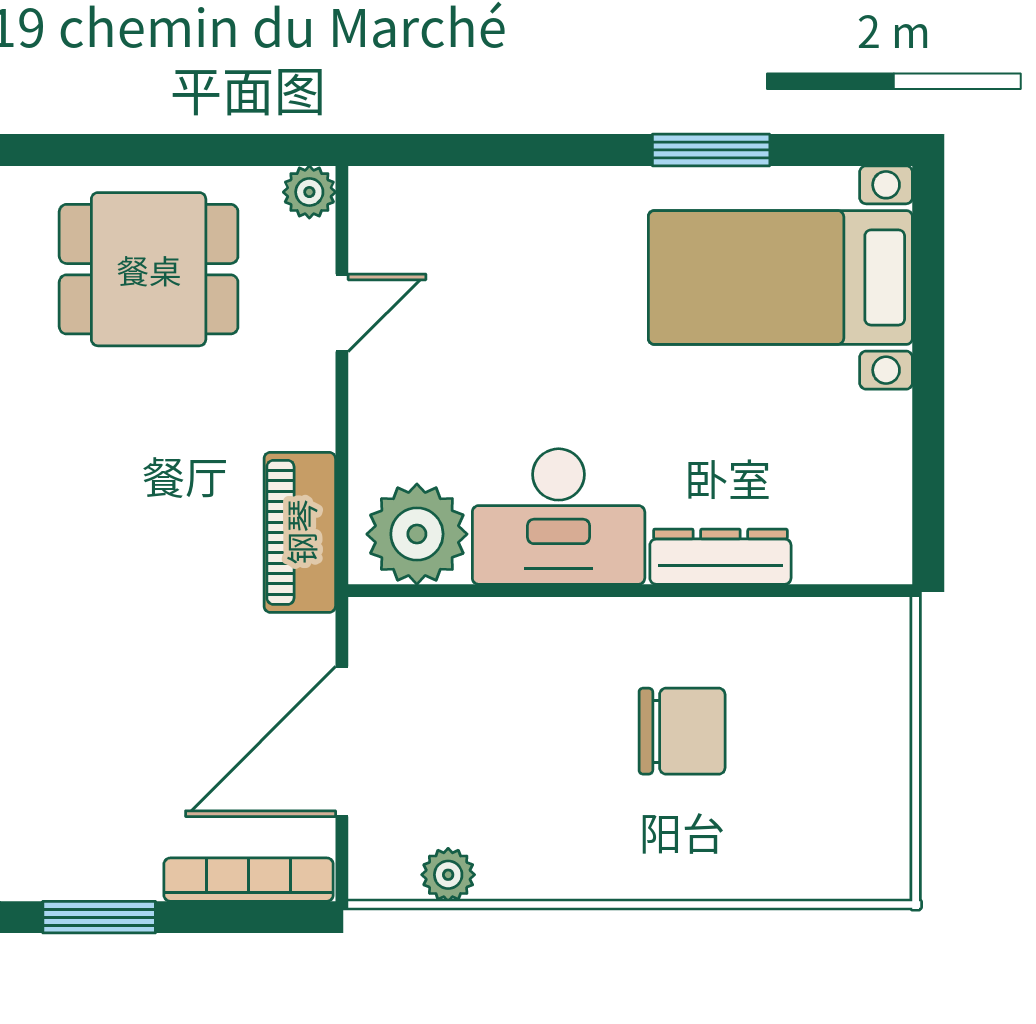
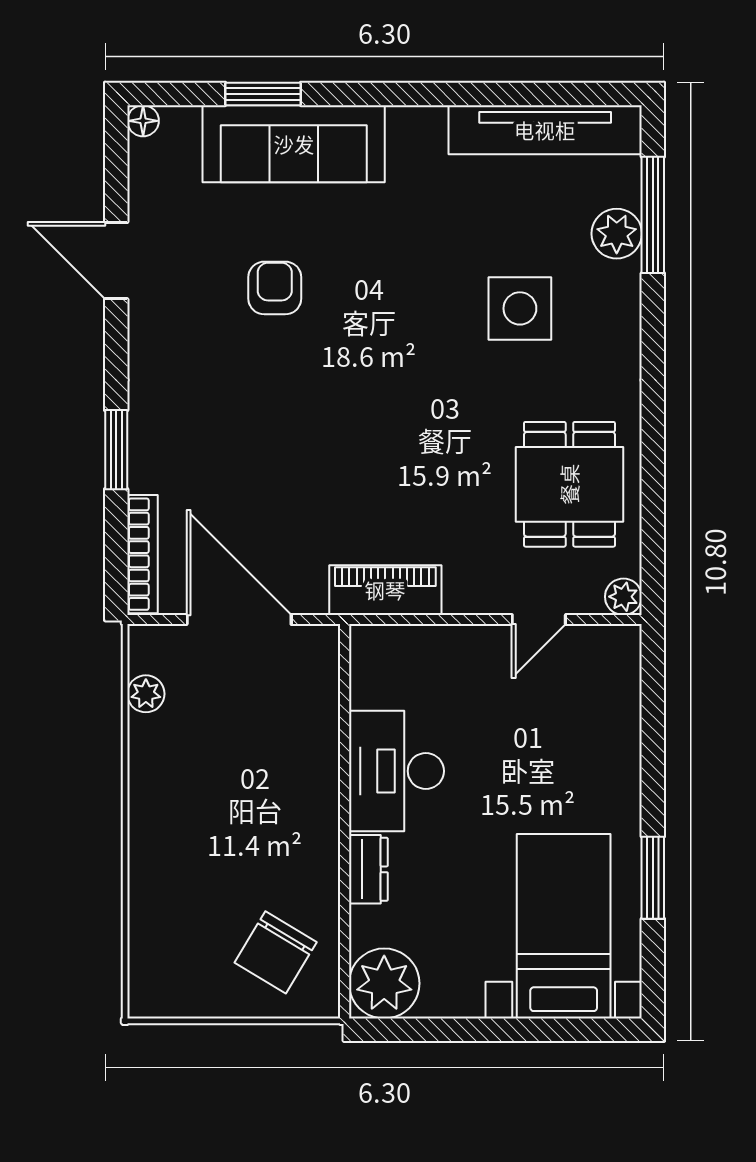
door: (342, 313) -> (539, 619), hinge flipped
plant: (417, 534) -> (384, 983), moved
dresser: (720, 557) -> (368, 869), width x0.70
chair: (682, 731) -> (276, 952), moved, turned 31

